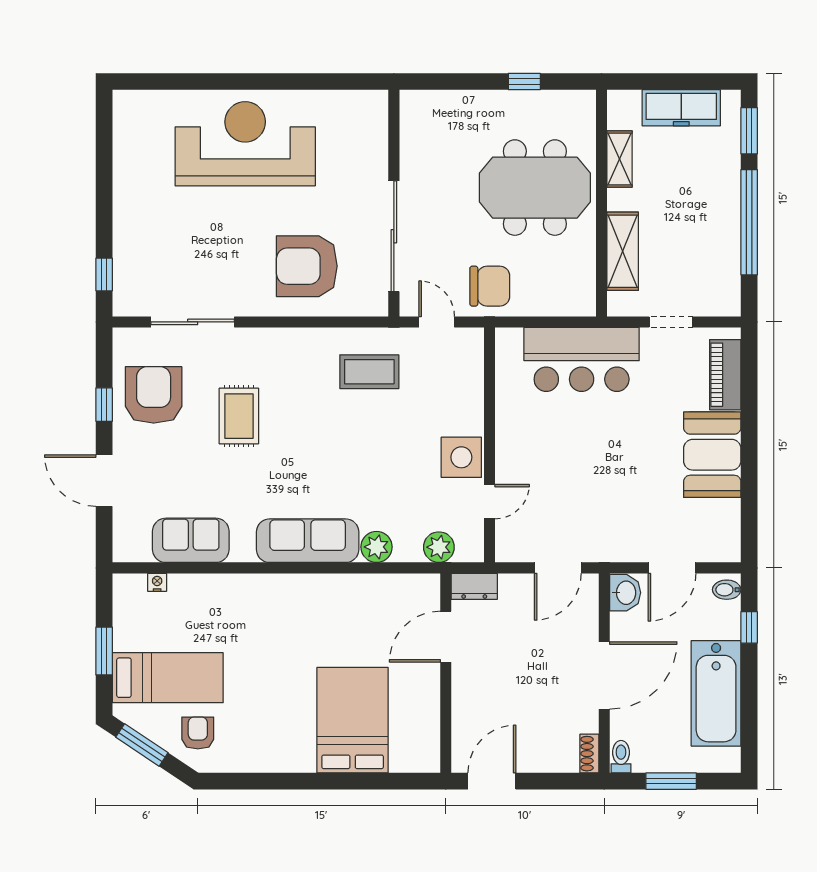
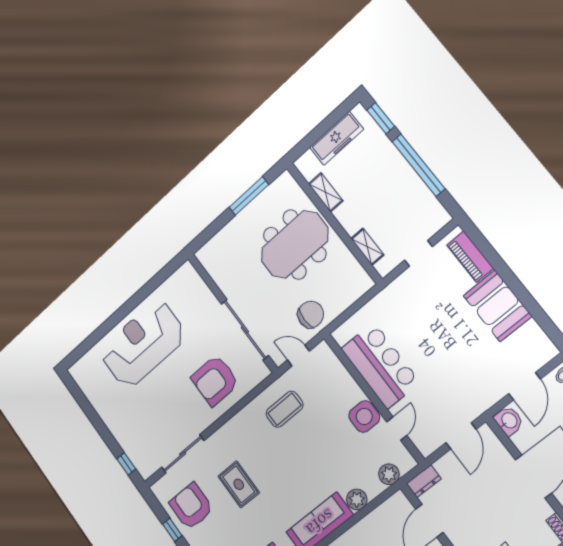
window: (524, 81) -> (249, 196), width x2.17
shelving: (623, 251) -> (367, 247), width x0.67, depth x0.75
bar counter: (582, 359) -> (380, 365), moved, turned -90

